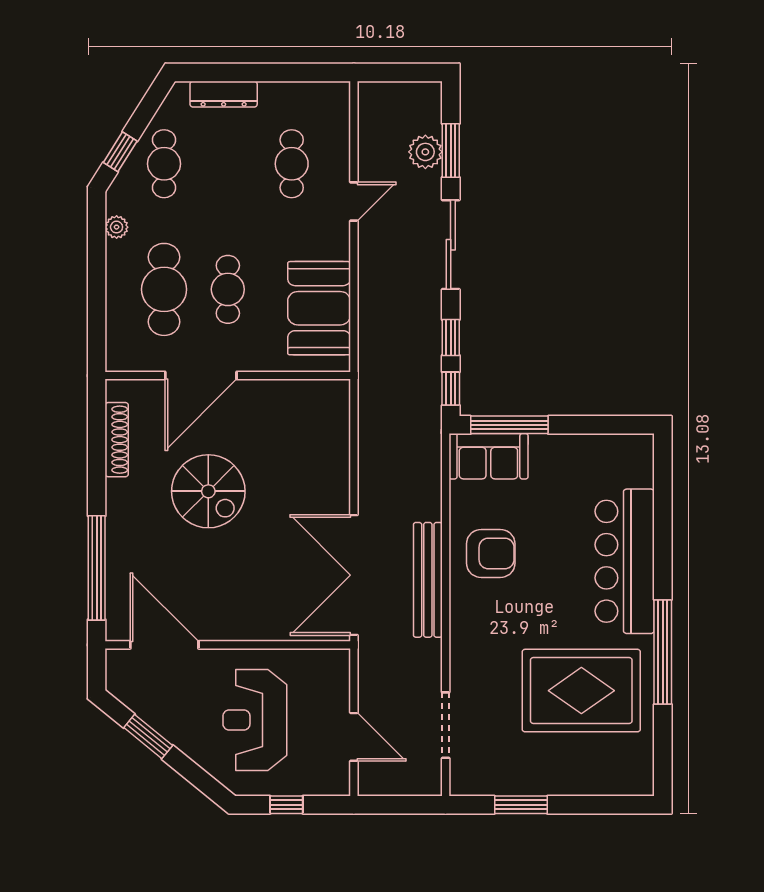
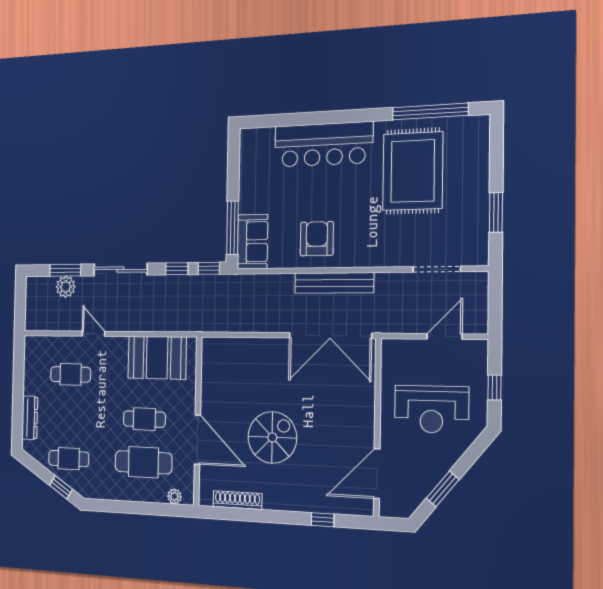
plant: (117, 227) -> (174, 496), moved
window: (97, 568) -> (323, 520), width x0.32
window: (663, 652) -> (430, 111), moved

